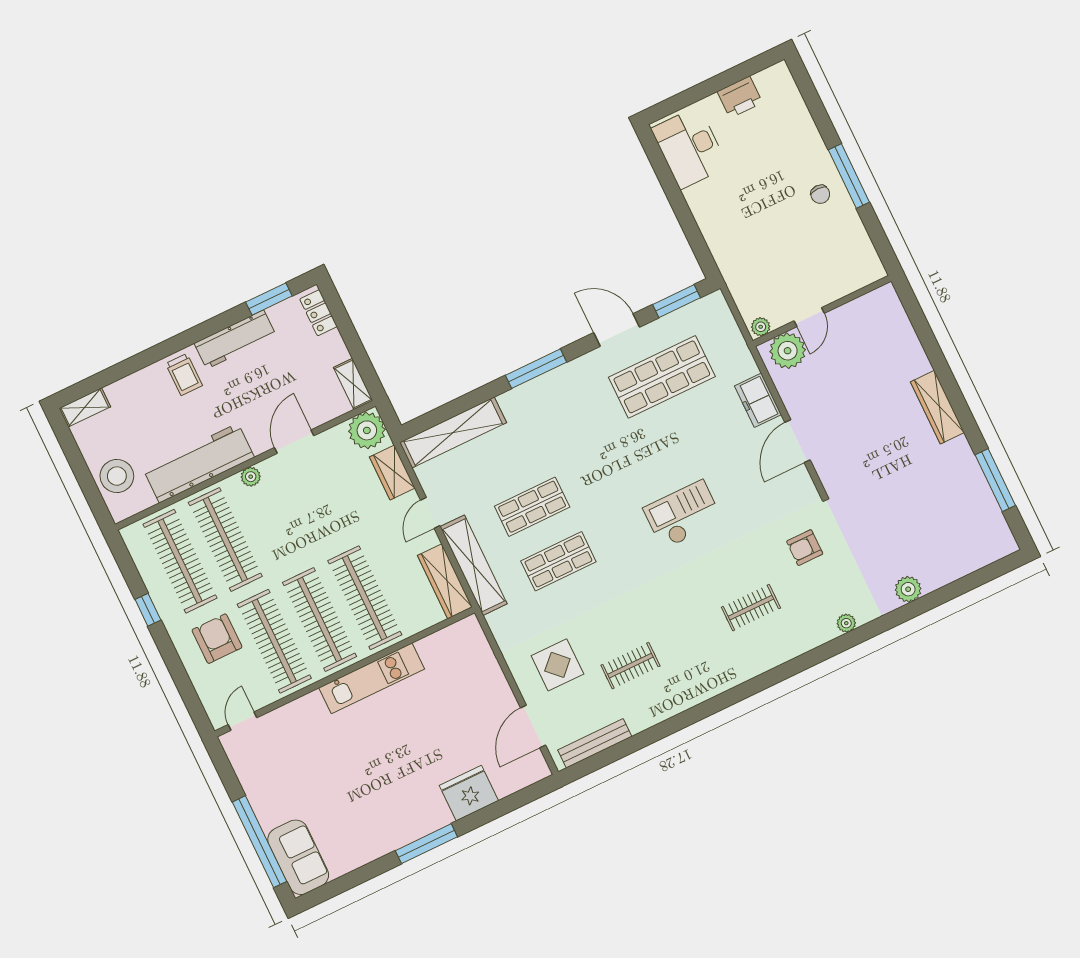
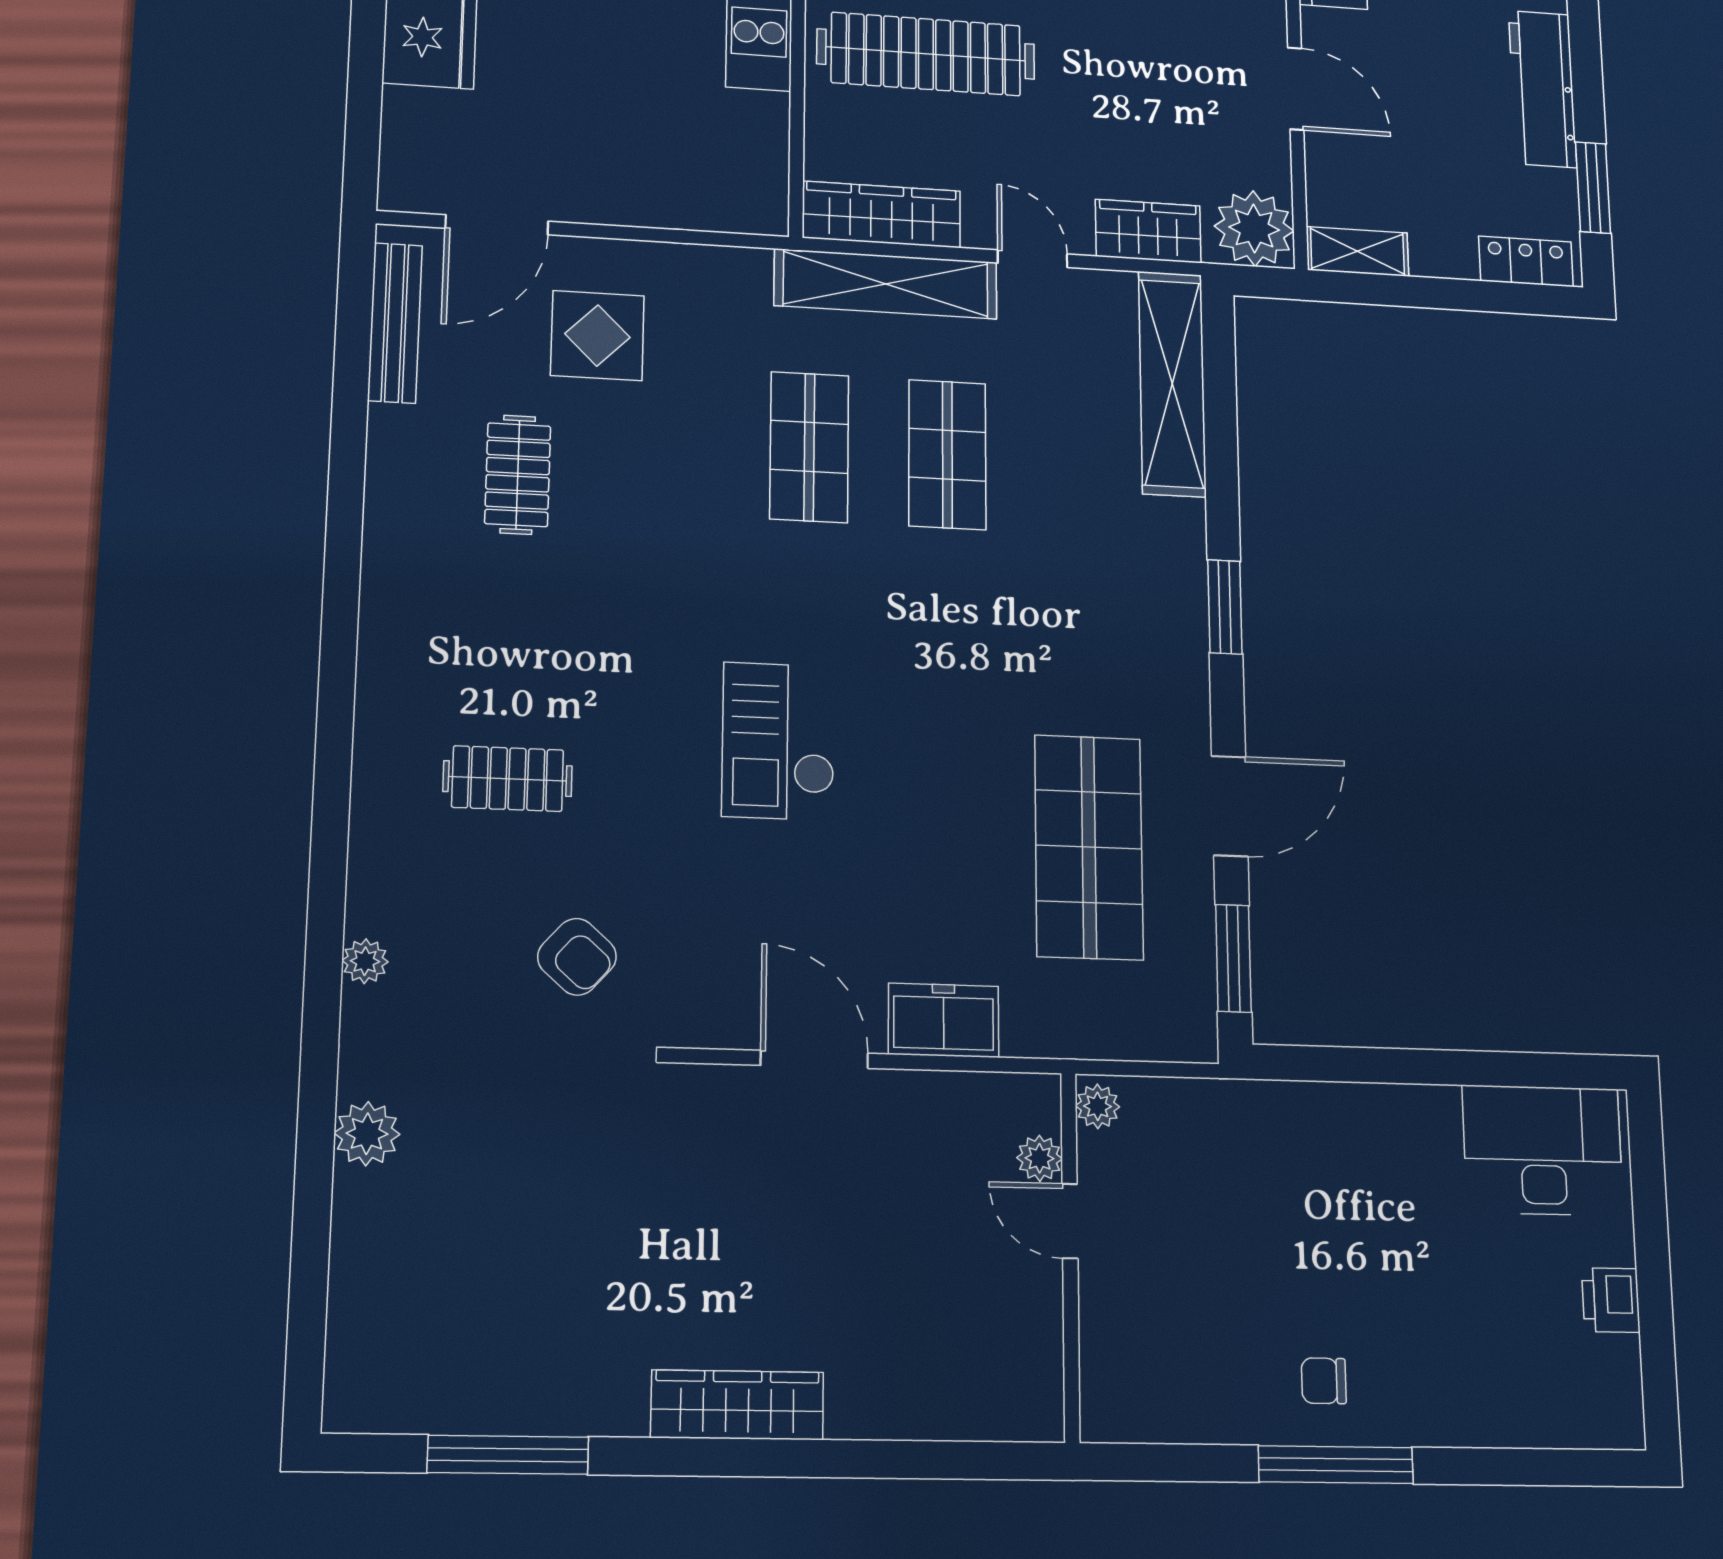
printer: (740, 97) -> (1611, 1300), width x0.73, depth x0.81
plant: (788, 351) -> (1040, 1158), width x0.53, depth x0.53
window: (536, 369) -> (1225, 607), width x0.69
checkout: (683, 515) -> (778, 741), turned 180
armchair: (805, 548) -> (577, 957), turned 132
clothes rail: (751, 608) -> (508, 779), turned 90
door: (533, 726) -> (497, 225), swing flipped

